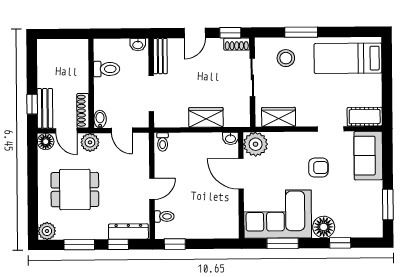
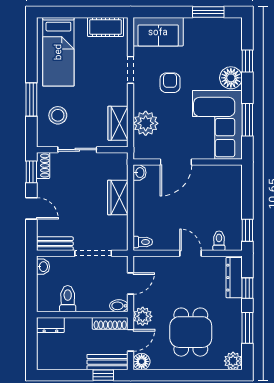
dresser: (81, 52) -> (50, 325), added
cot: (365, 117) -> (105, 27), moved, turned 90
plant: (256, 144) -> (146, 123), moved

